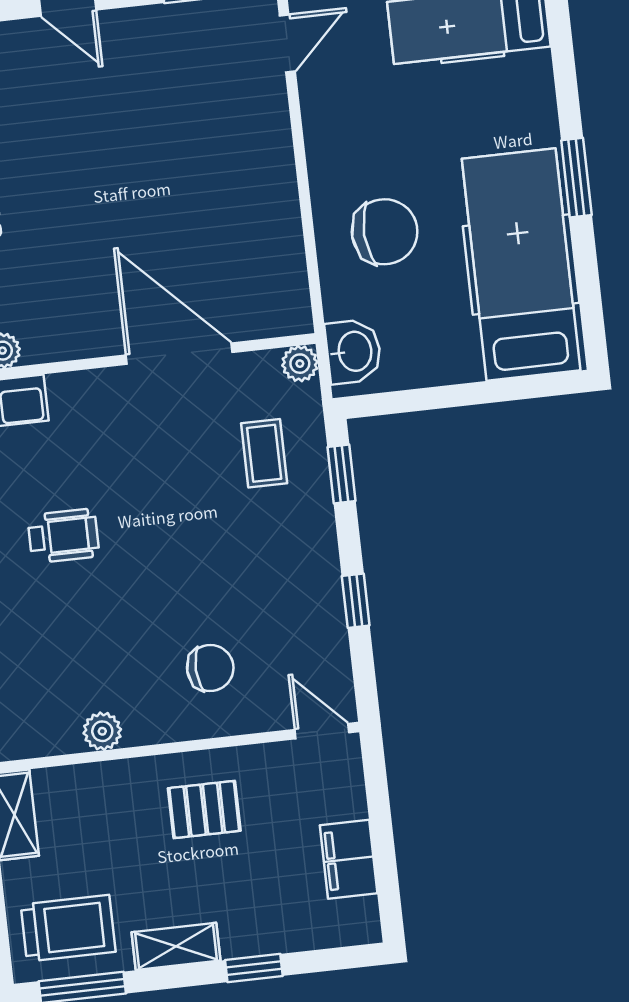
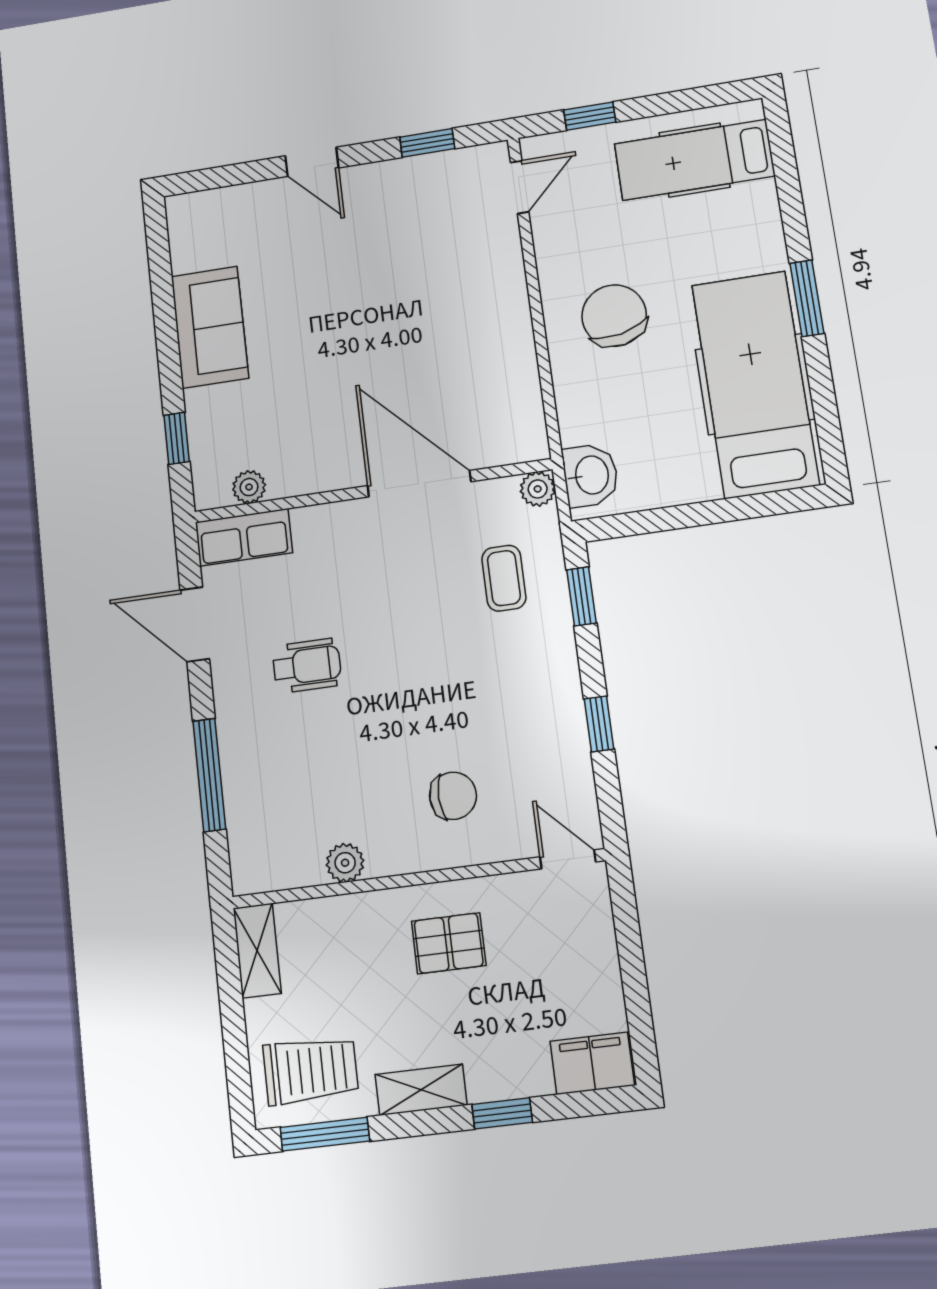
chair: (385, 232) -> (614, 316), moved, turned -99
filing cabinet: (349, 859) -> (592, 1063), moved, turned 90

